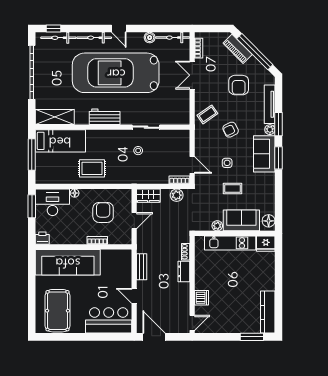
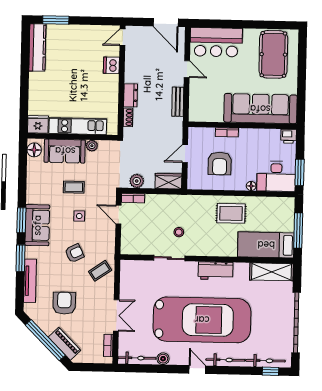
plant: (270, 130) -> (30, 252), removed

